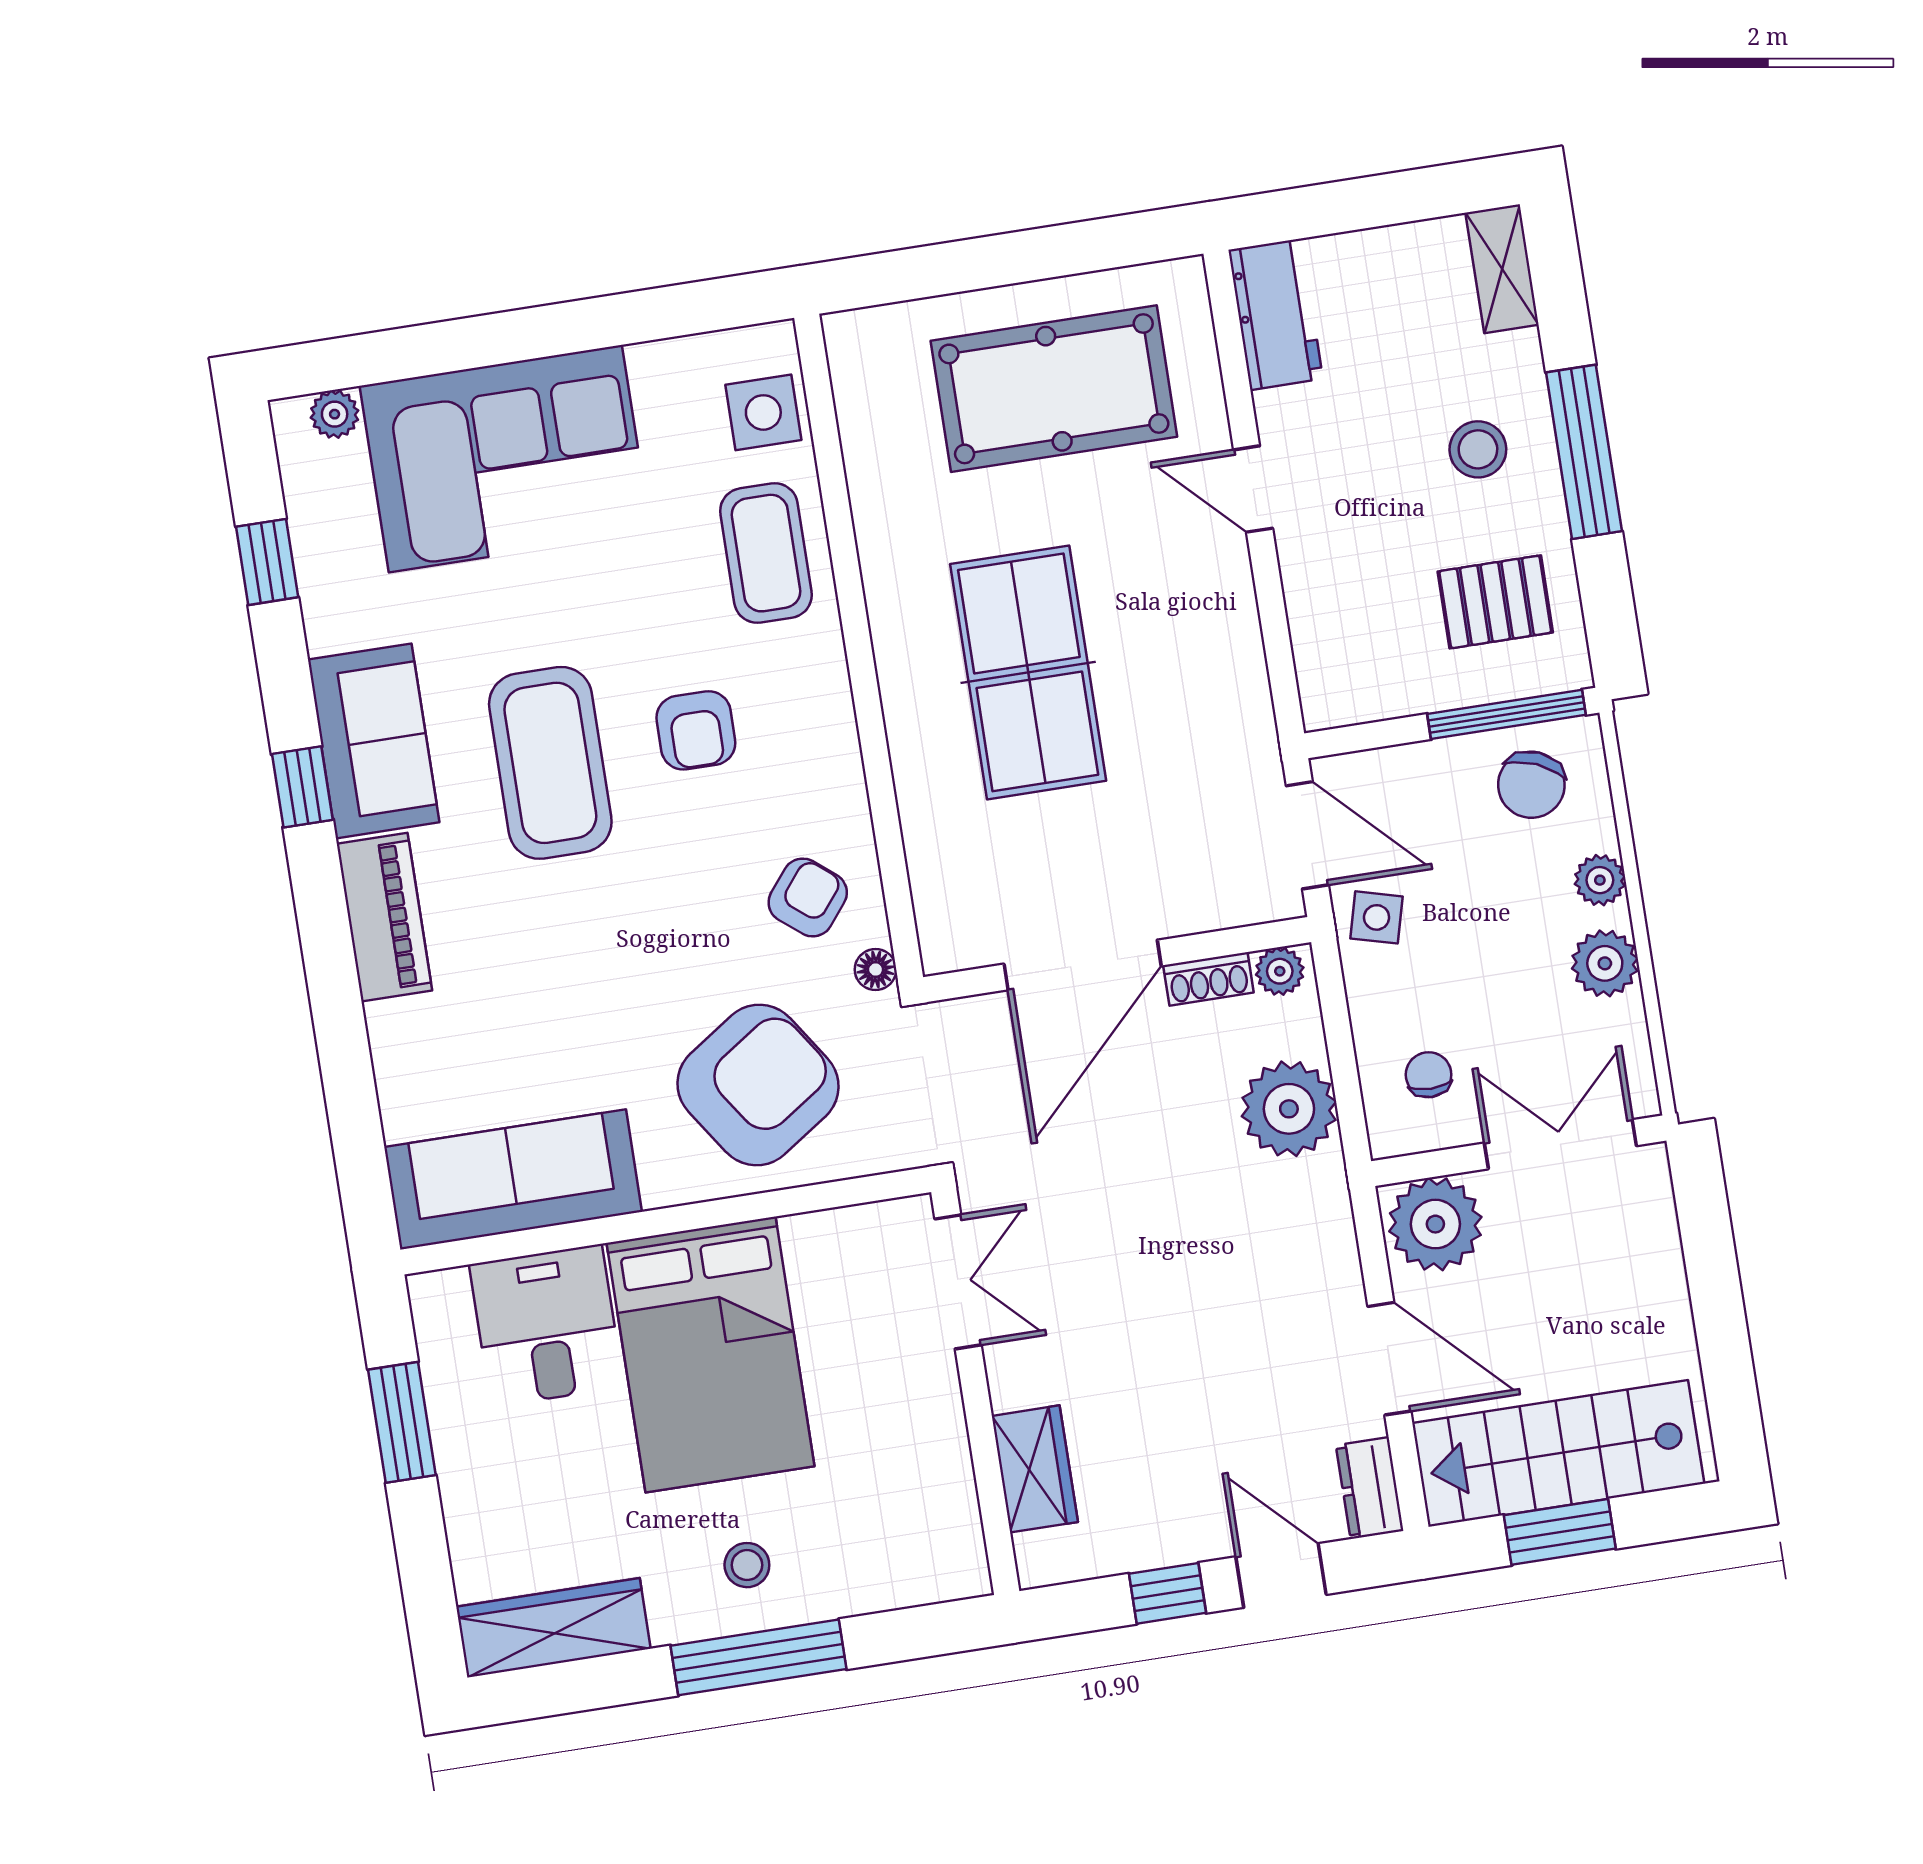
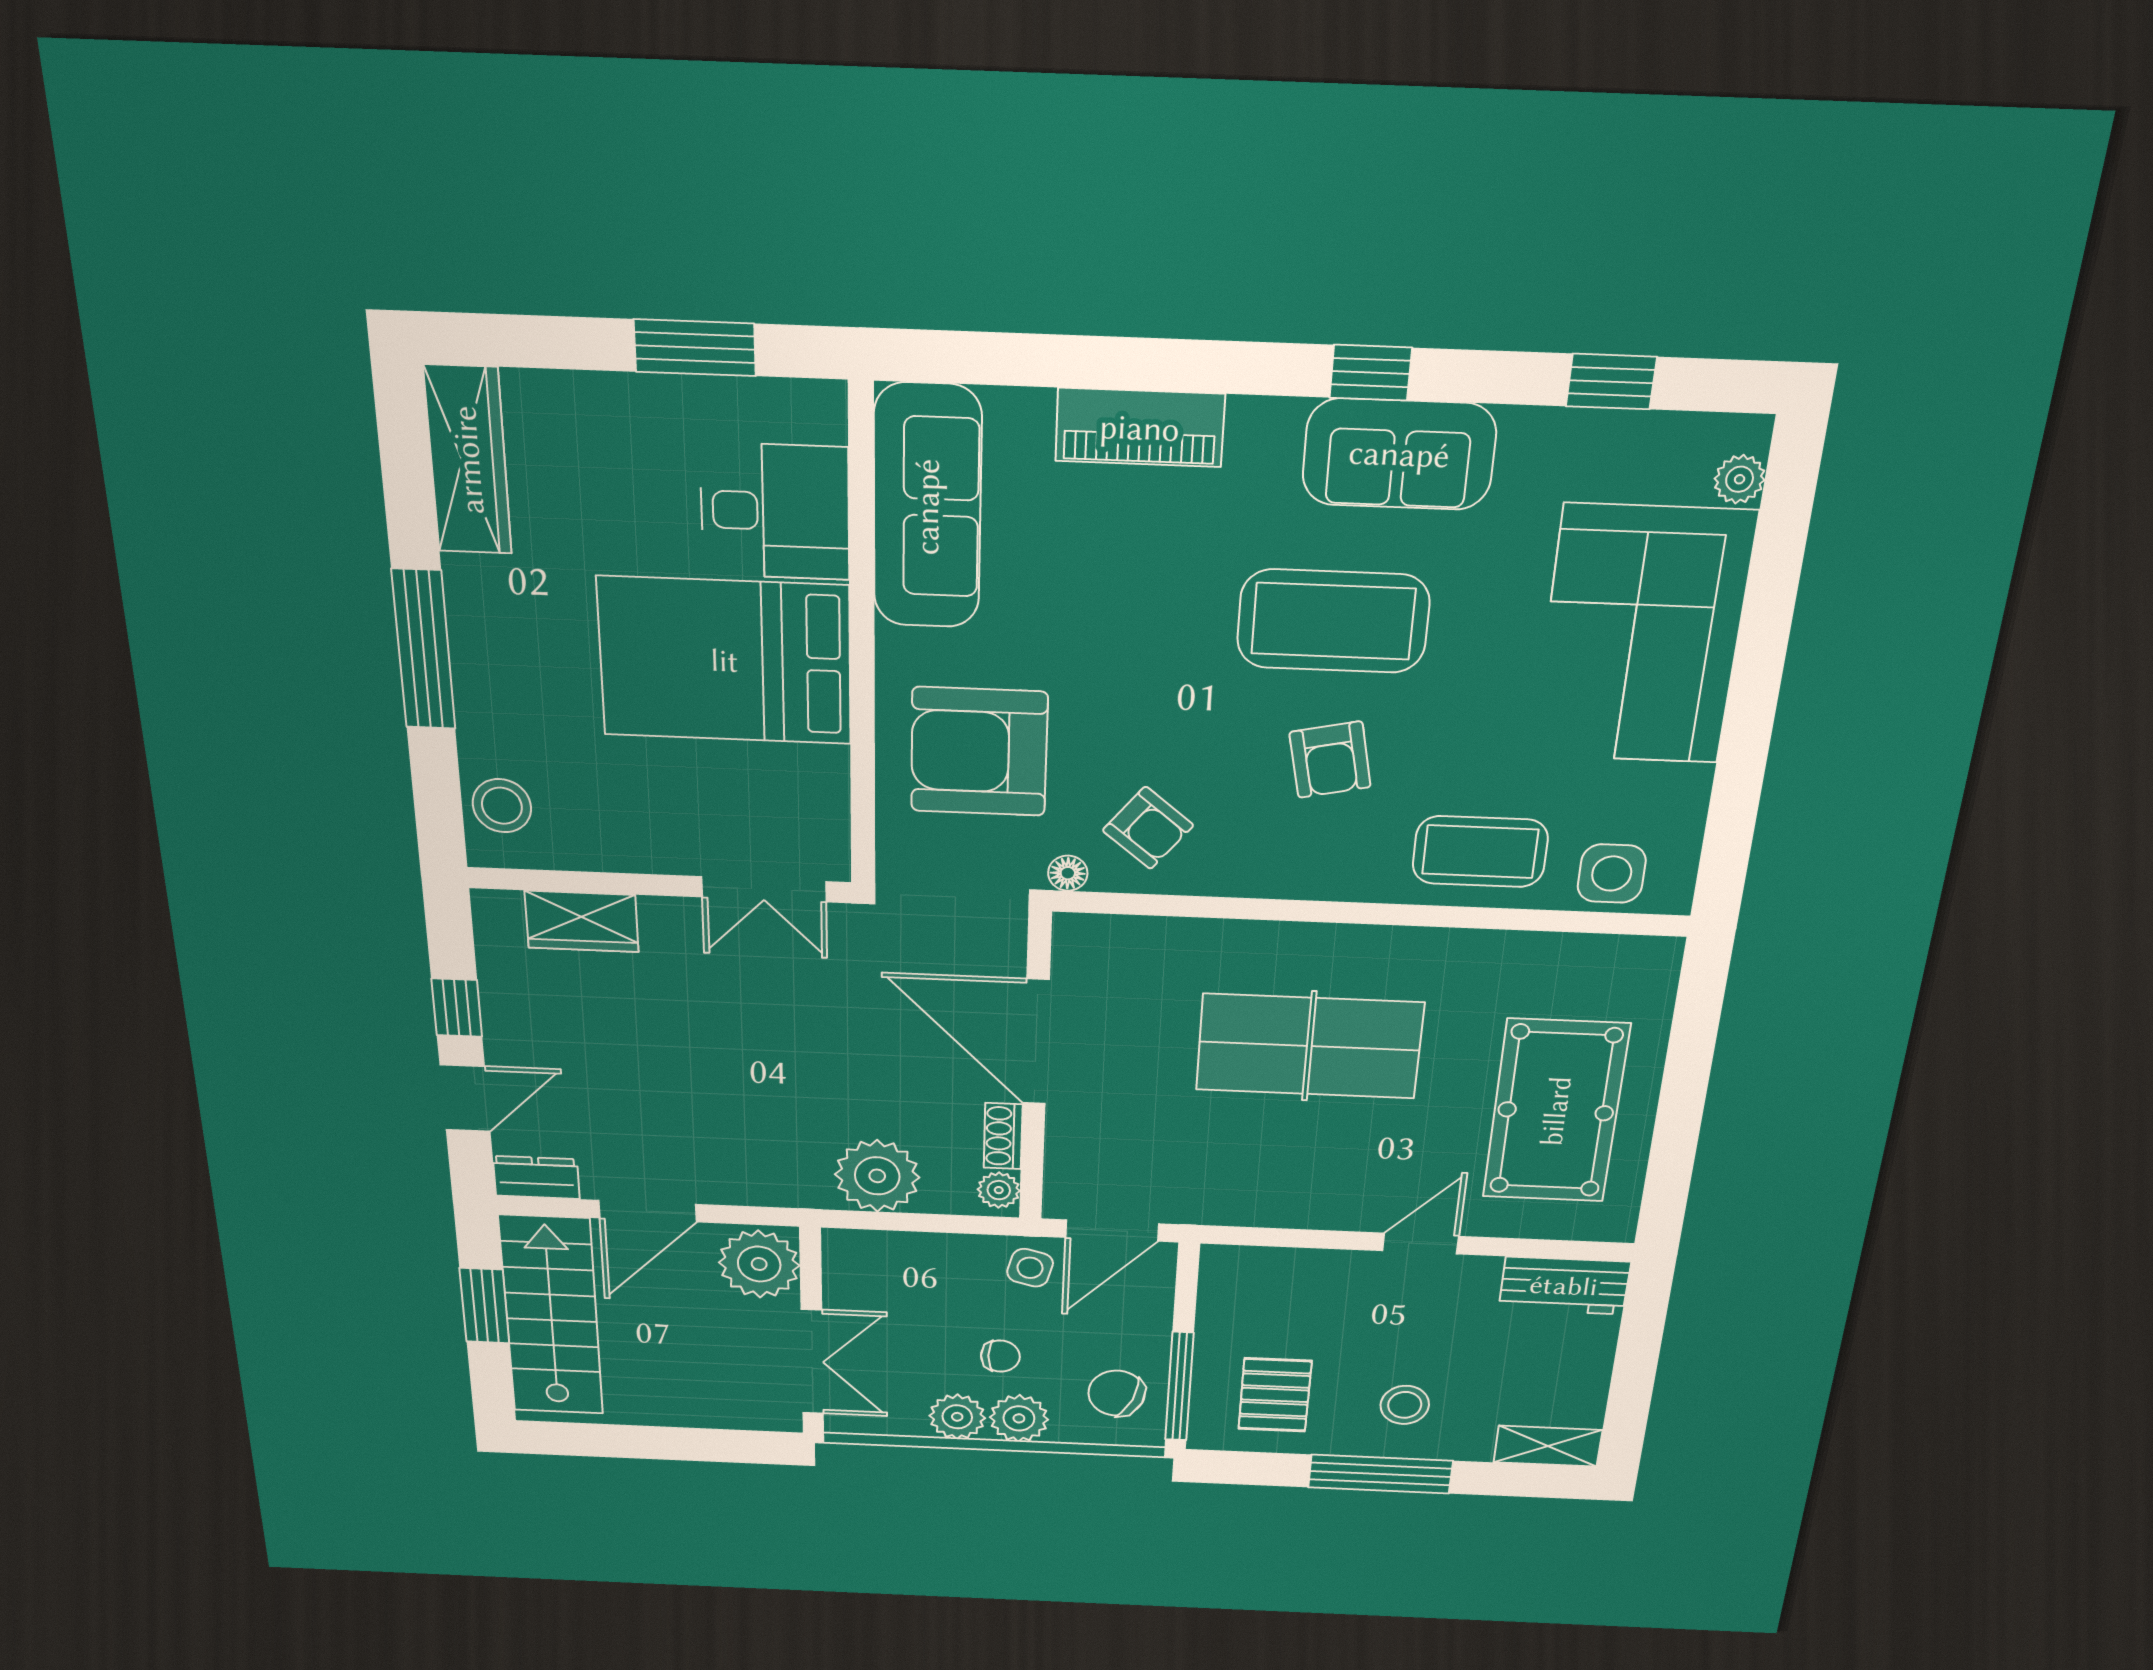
armchair: (696, 730) -> (1330, 760), turned -102
plant: (1600, 880) -> (1019, 1418), width x1.38, depth x1.38
piano: (384, 917) -> (1140, 428), moved
chair: (1429, 1075) -> (1000, 1356), moved
armchair: (758, 1085) -> (979, 752), turned 124
stool: (747, 1565) -> (502, 806), moved, width x1.37, depth x1.37

